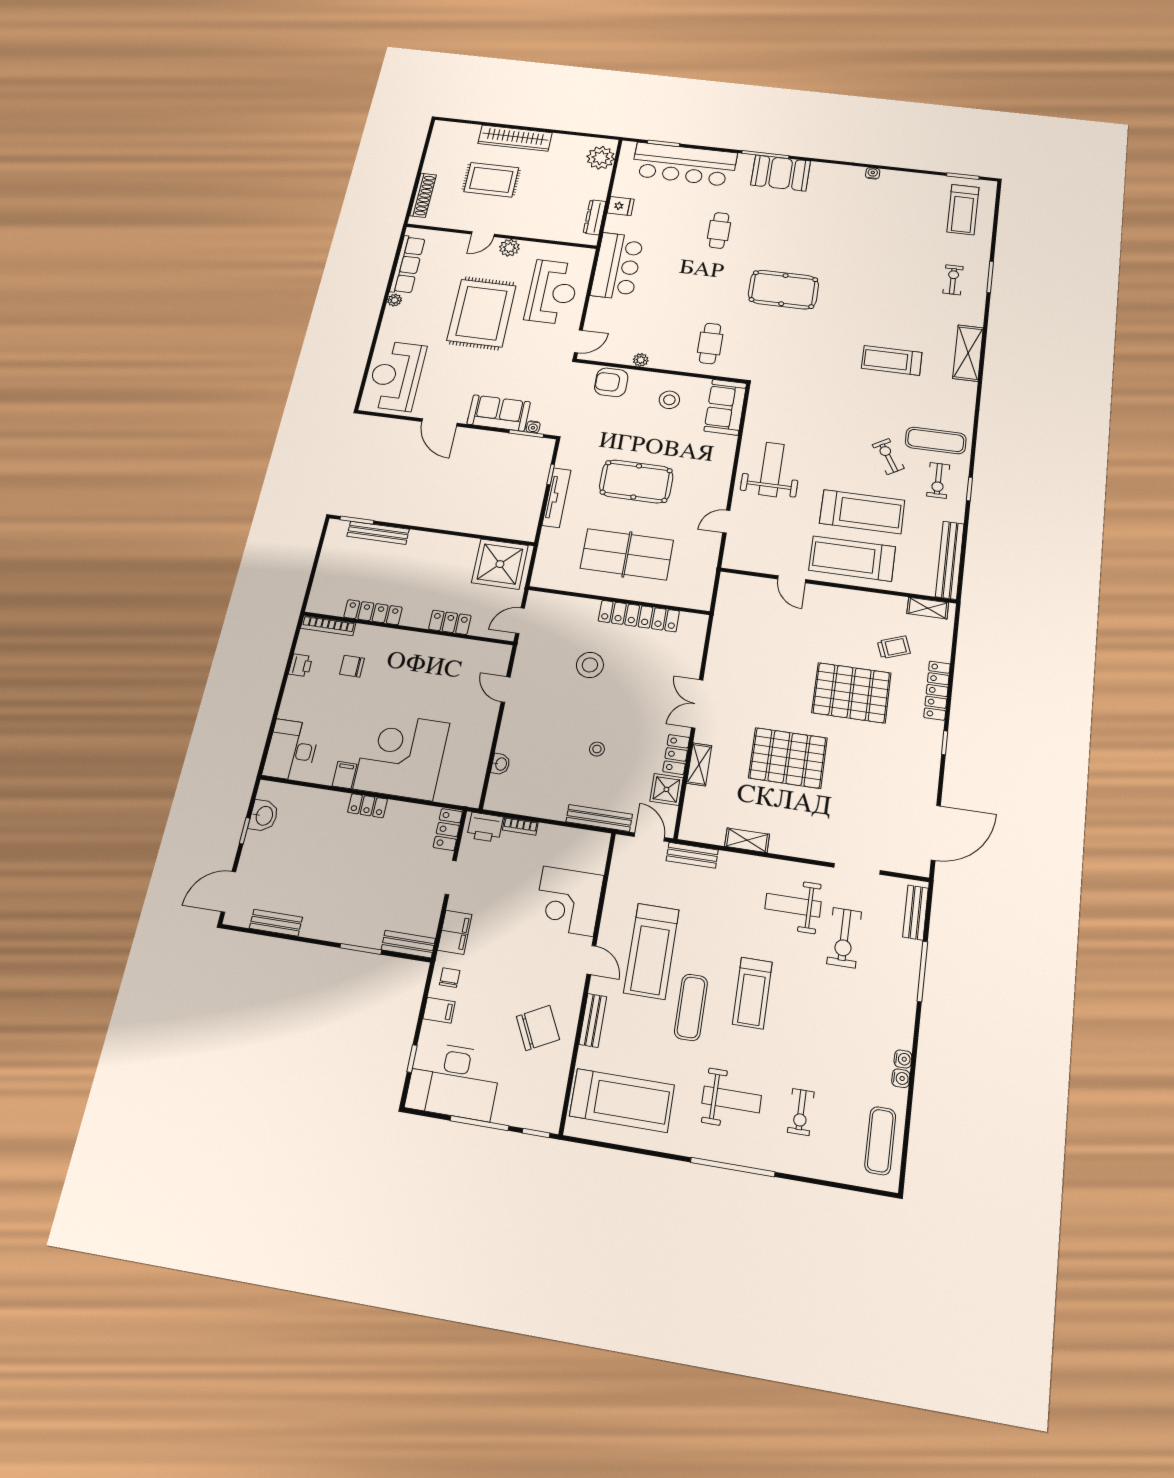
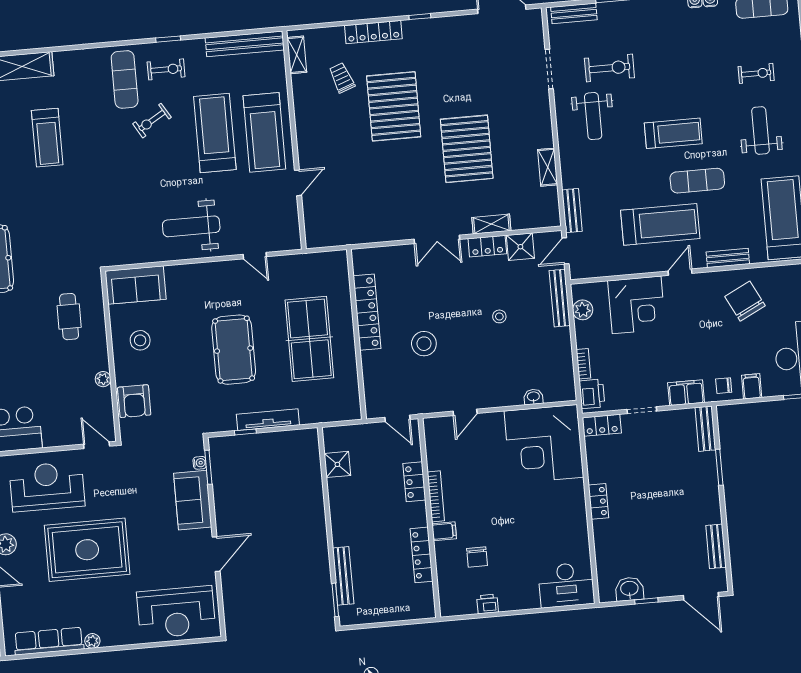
cafe table: (710, 343) -> (69, 317), turned 90
shower: (500, 564) -> (337, 464), width x0.54, depth x0.54
bookcase: (328, 626) -> (436, 496), moved
corner desk: (402, 756) -> (544, 444), moved
filing cabinet: (345, 775) -> (444, 531), moved, turned 180
plant: (579, 840) -> (583, 310), added

